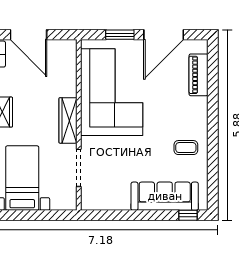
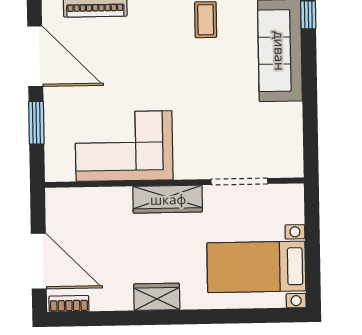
door: (29, 35) -> (39, 261), hinge flipped
corner sofa: (112, 92) -> (124, 146), width x0.73, depth x0.74

